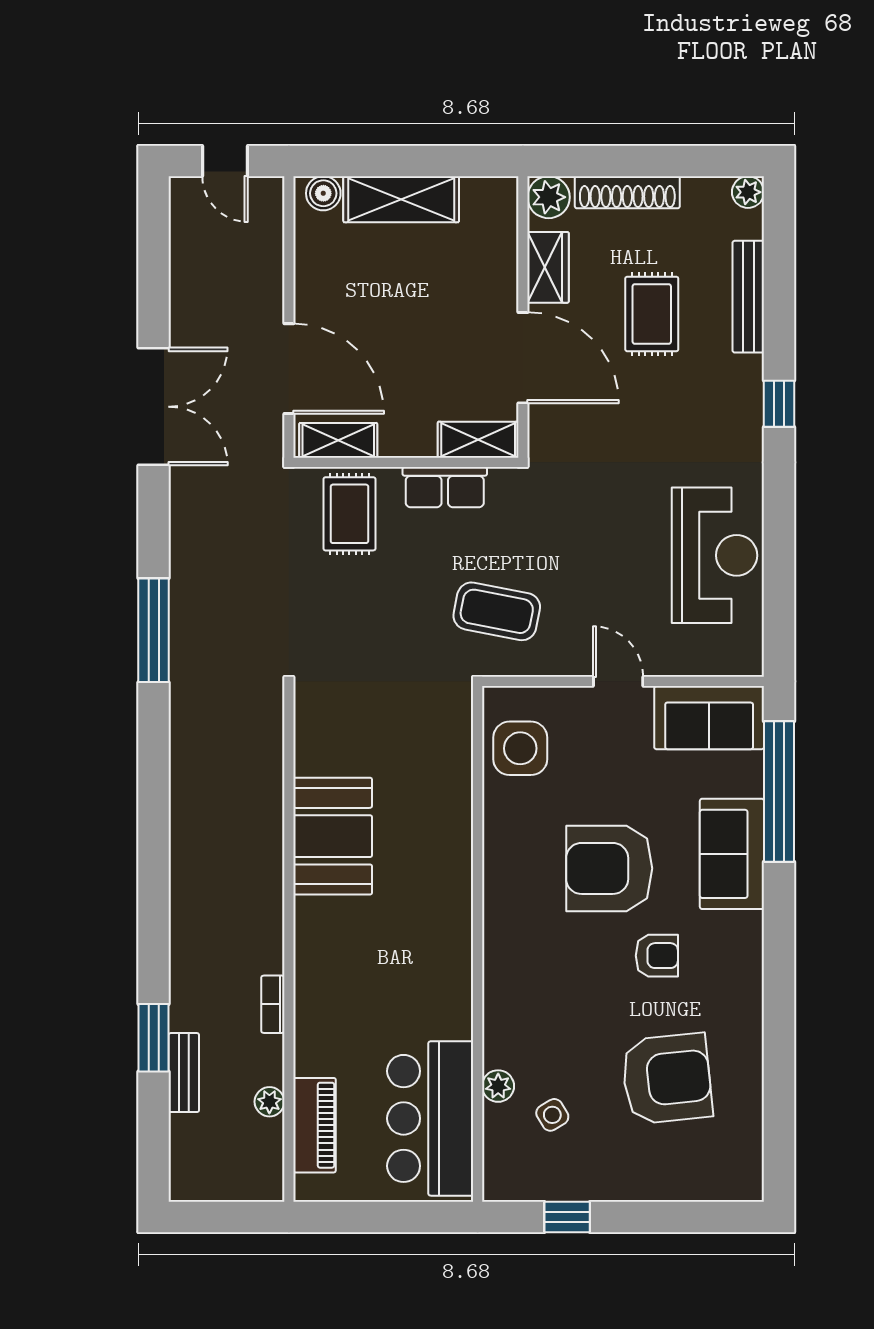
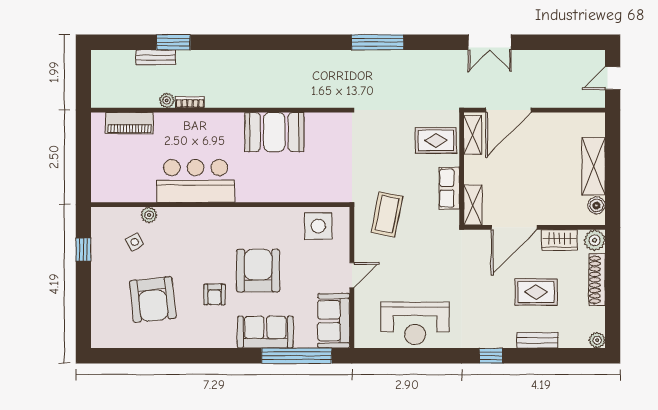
boiler: (323, 193) -> (596, 205), moved
bench: (748, 297) -> (537, 340), width x0.73
double door: (154, 407) -> (490, 42), width x0.73
plant: (269, 1102) -> (167, 100), moved
bar counter: (430, 1118) -> (196, 181), moved

